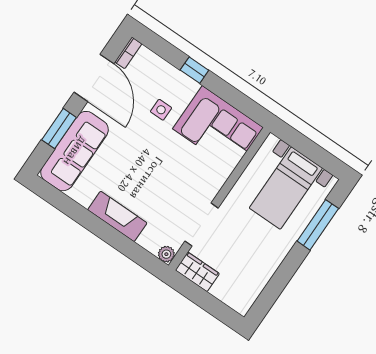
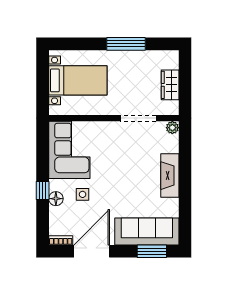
floor lamp: (176, 78) -> (56, 199), added
window: (59, 129) -> (152, 251), moved
window: (318, 225) -> (126, 44), moved
wardrobe: (197, 272) -> (170, 85), moved

